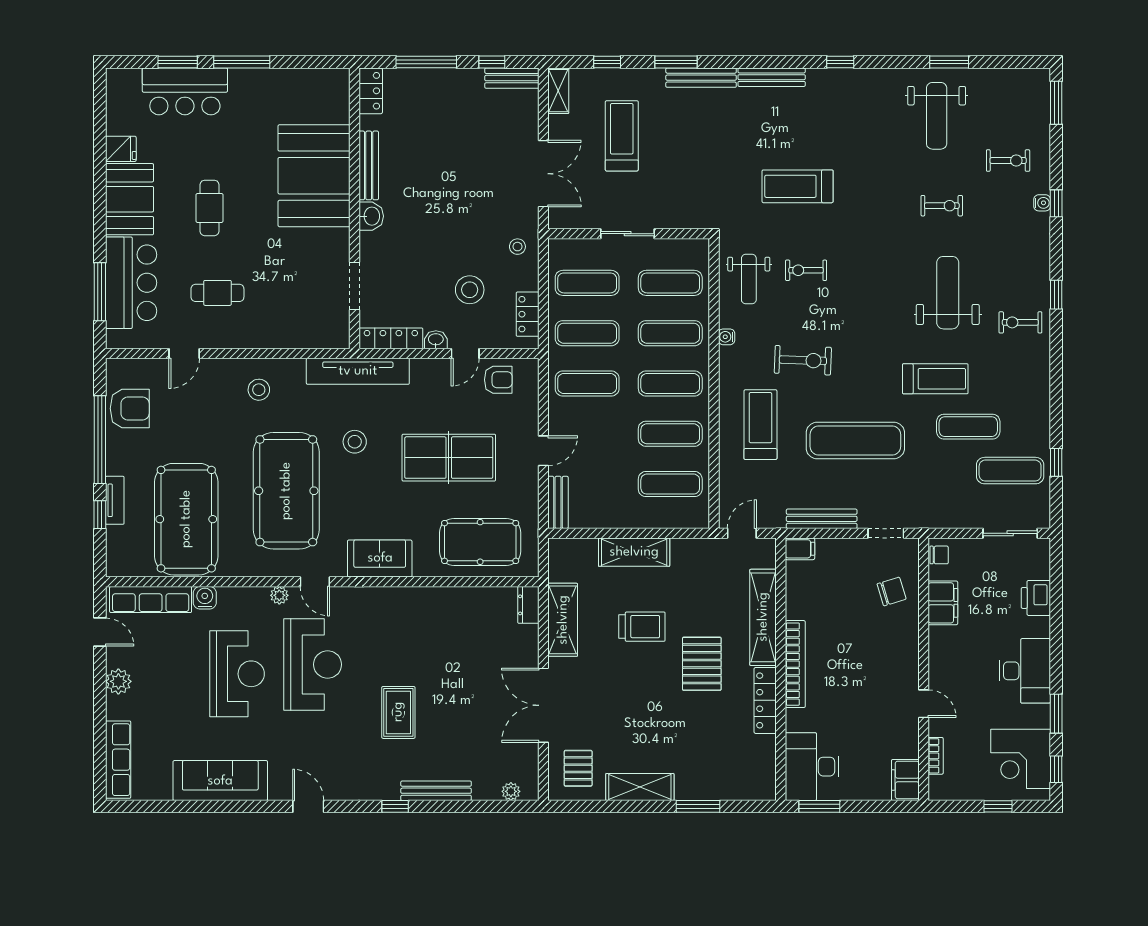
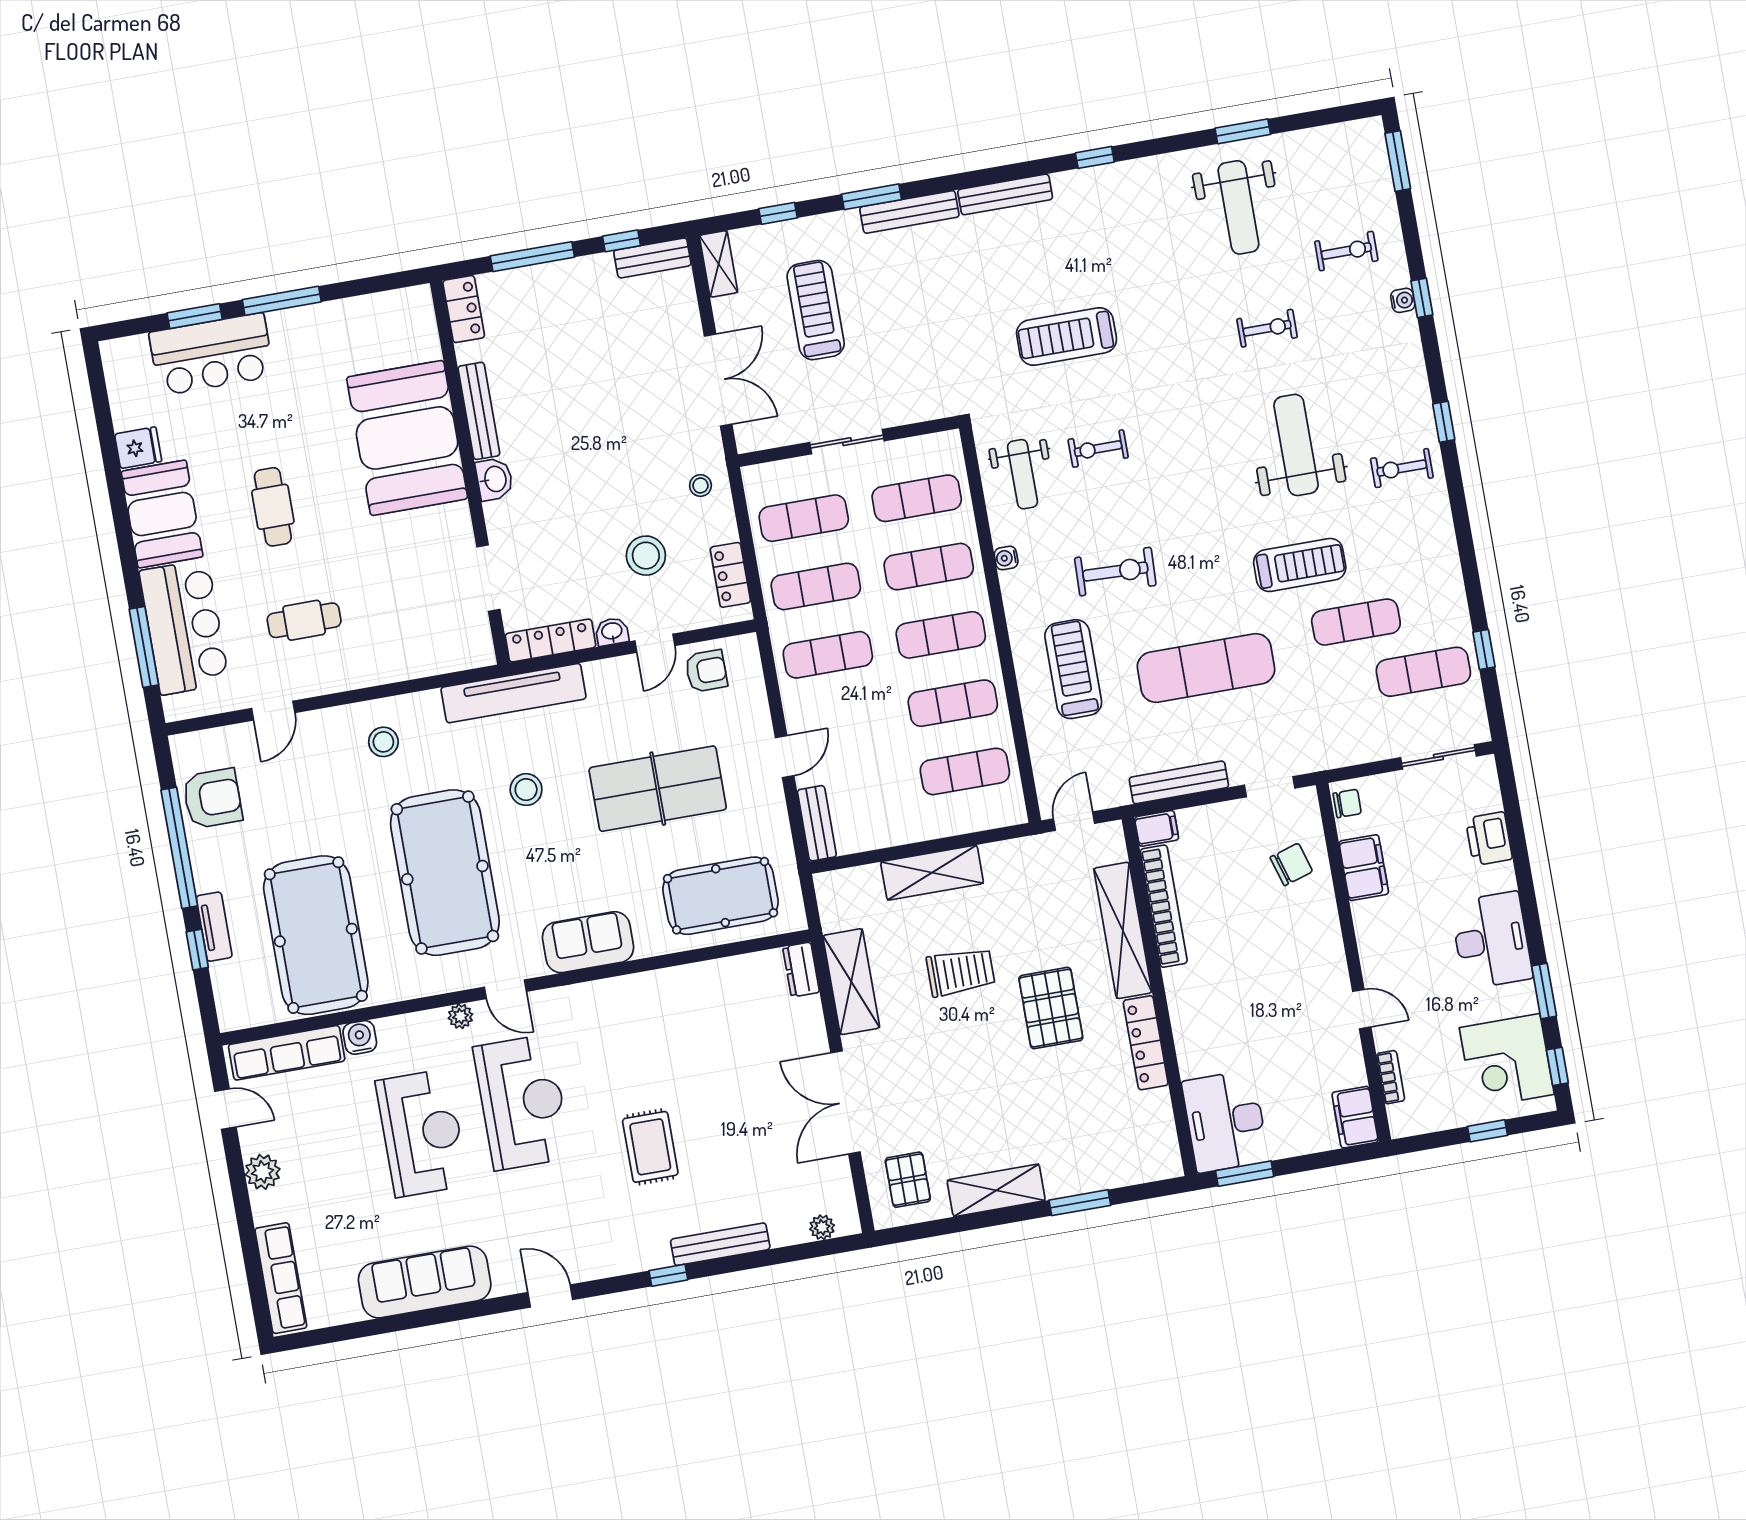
bookcase: (795, 664) -> (1164, 906), moved

